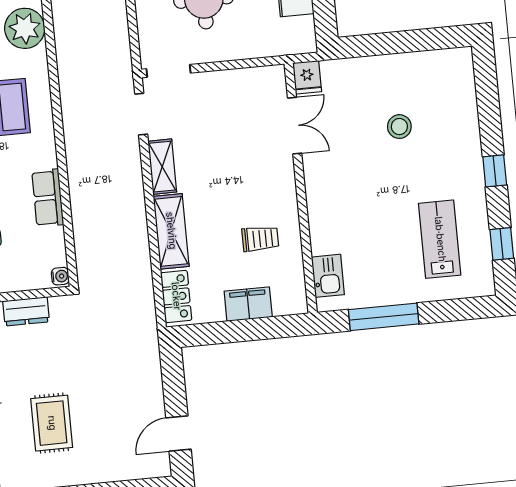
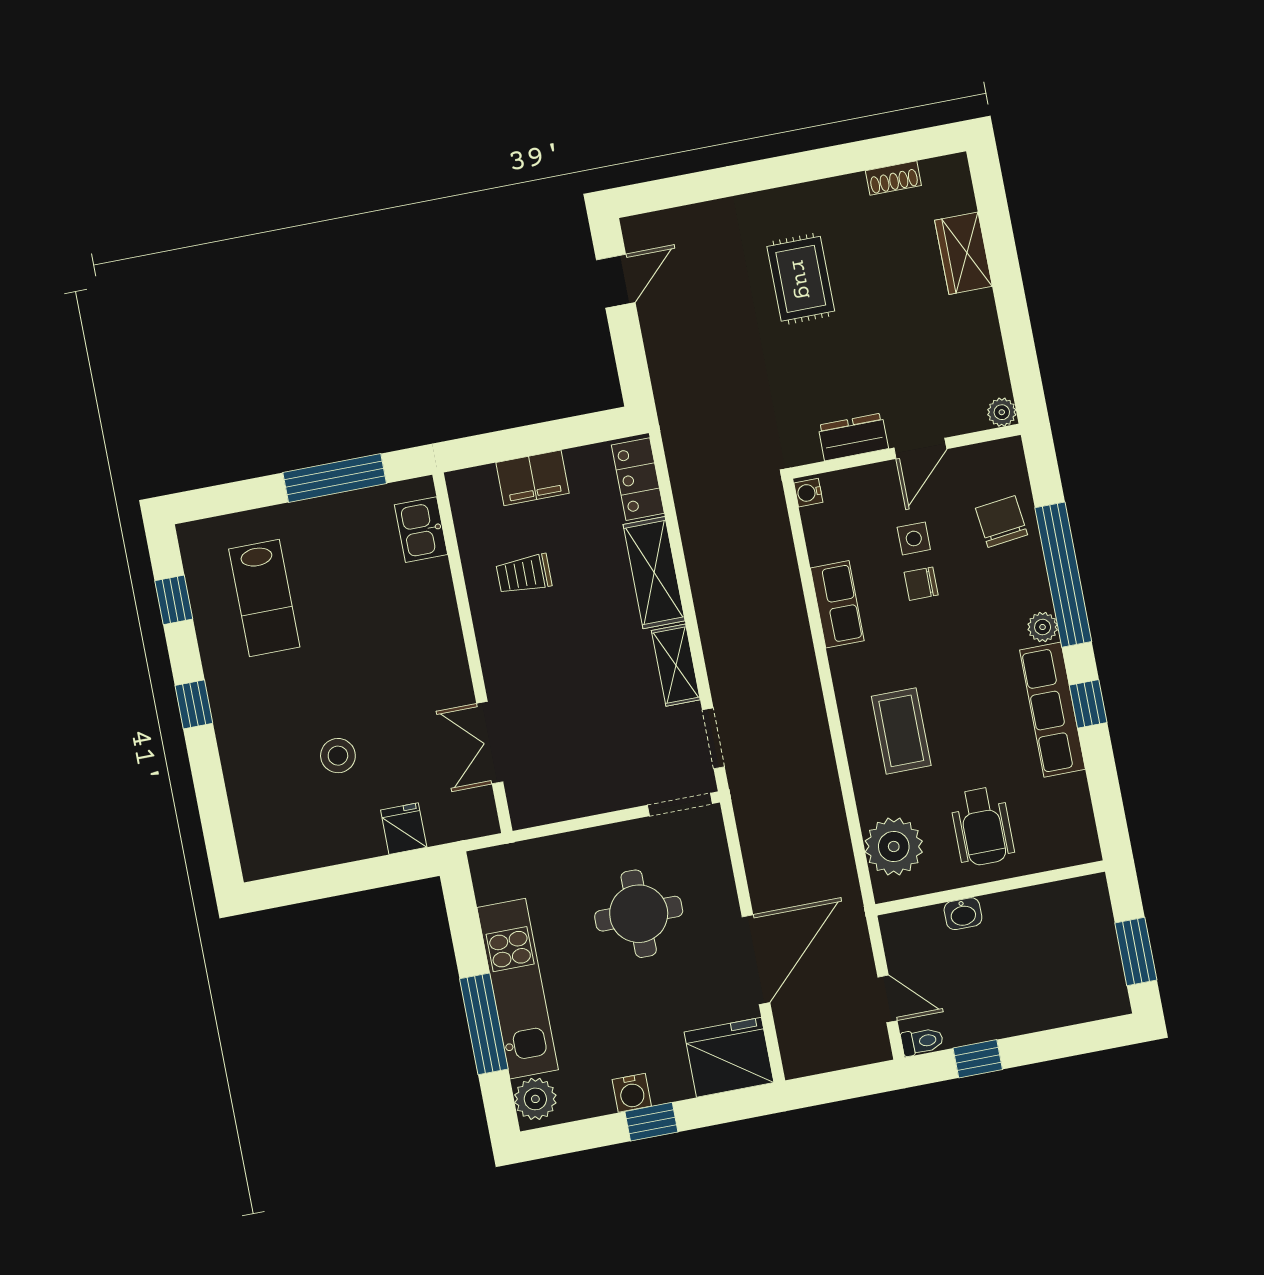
fridge: (307, 77) -> (404, 829), moved

